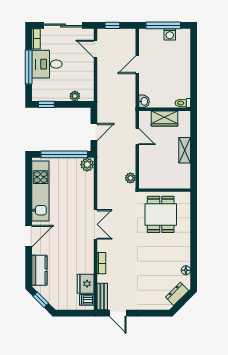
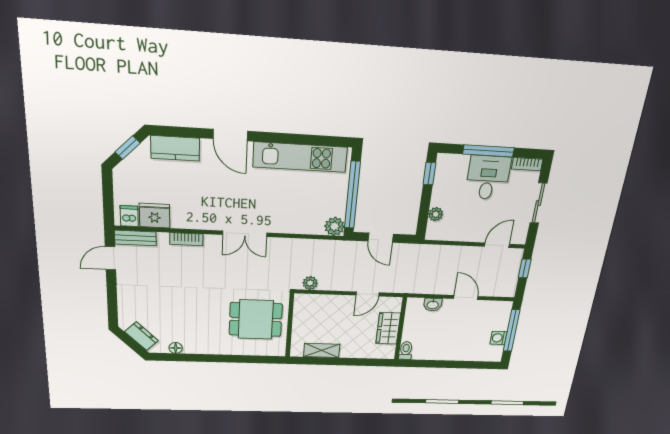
sliding door: (63, 25) -> (538, 203), width x0.73
washbasin: (144, 101) -> (433, 305), moved
shelving: (185, 150) -> (322, 350), moved

